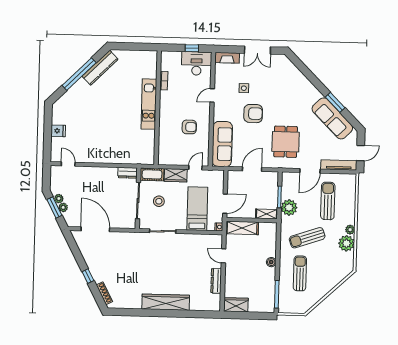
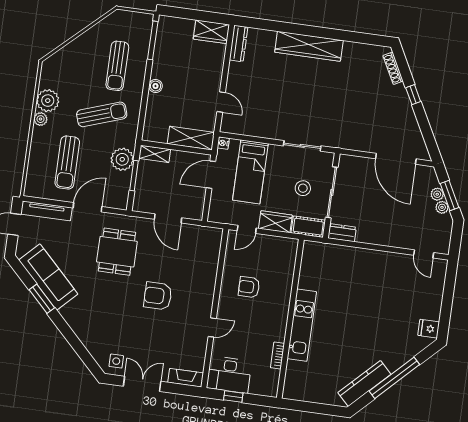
side table: (244, 88) -> (116, 361), moved
fridge: (58, 131) -> (429, 329), moved
sofa: (222, 144) -> (206, 258), removed
door: (252, 169) -> (168, 218), hinge flipped
dresser: (216, 281) -> (239, 44), moved

